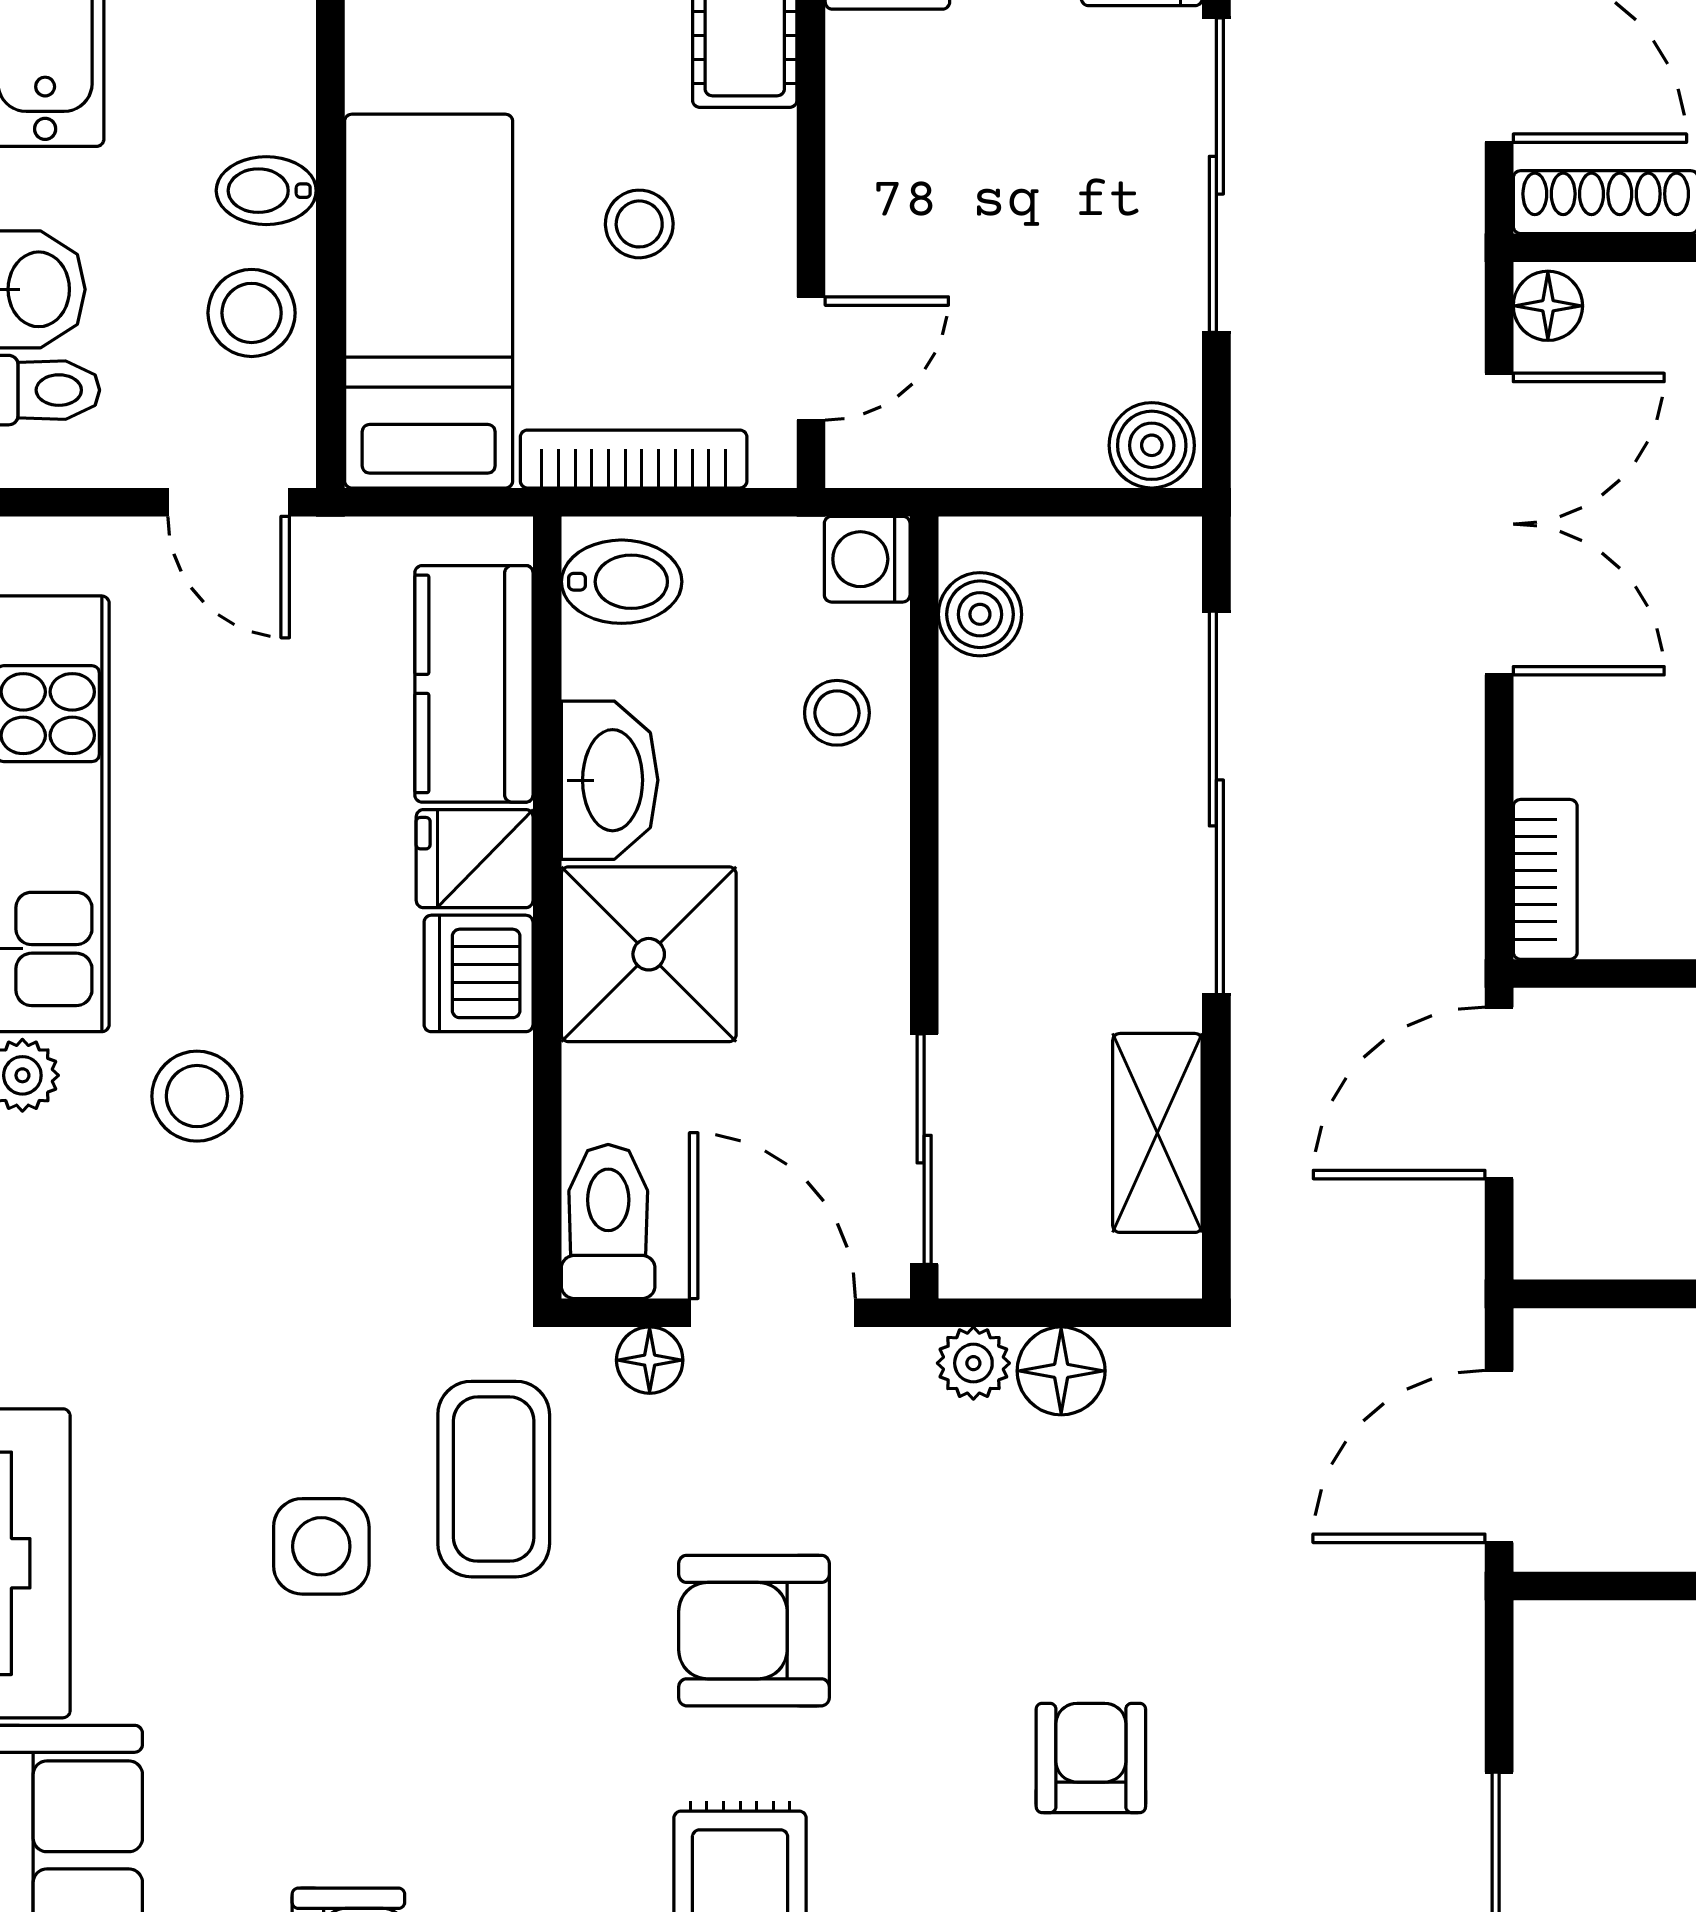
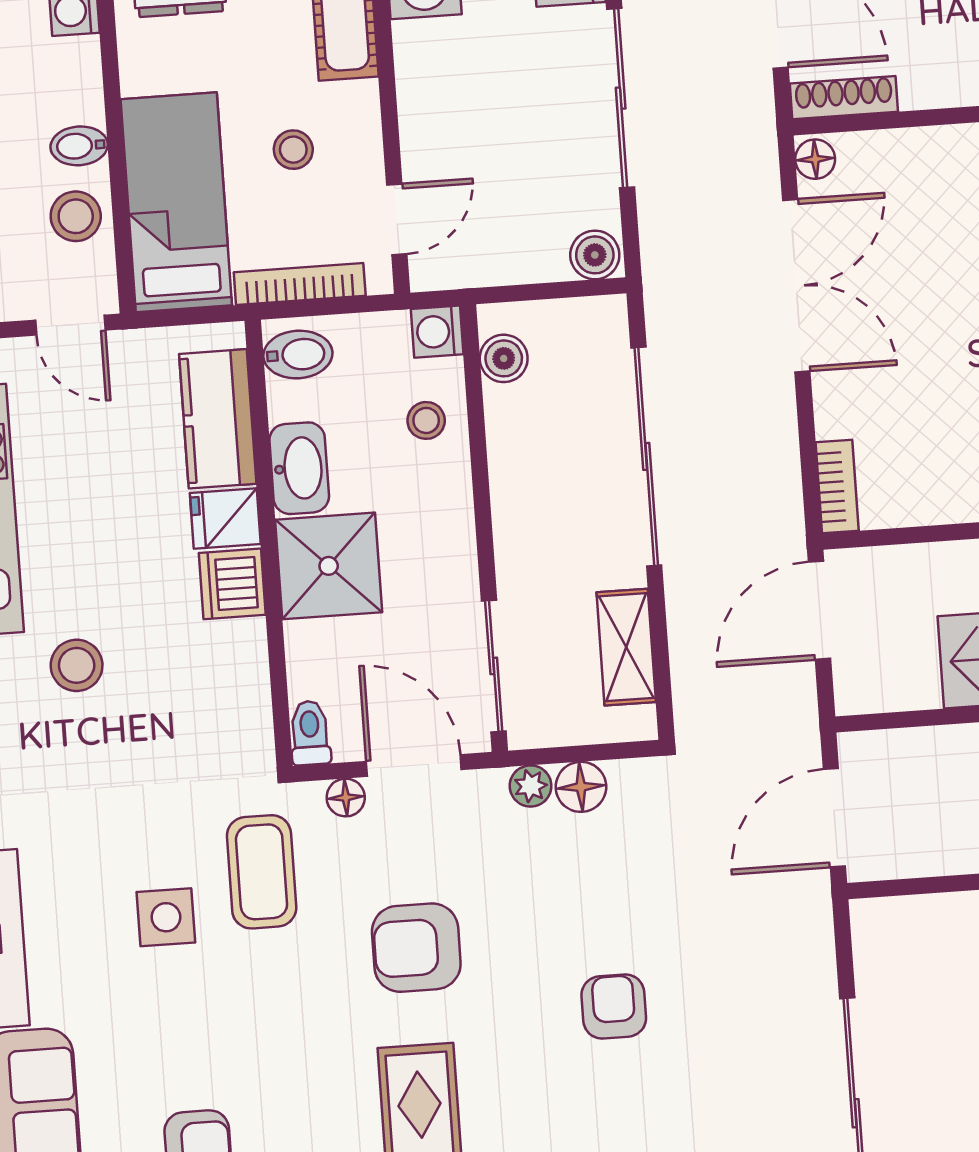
toilet: (608, 1221) -> (310, 733), width x0.73, depth x0.72

